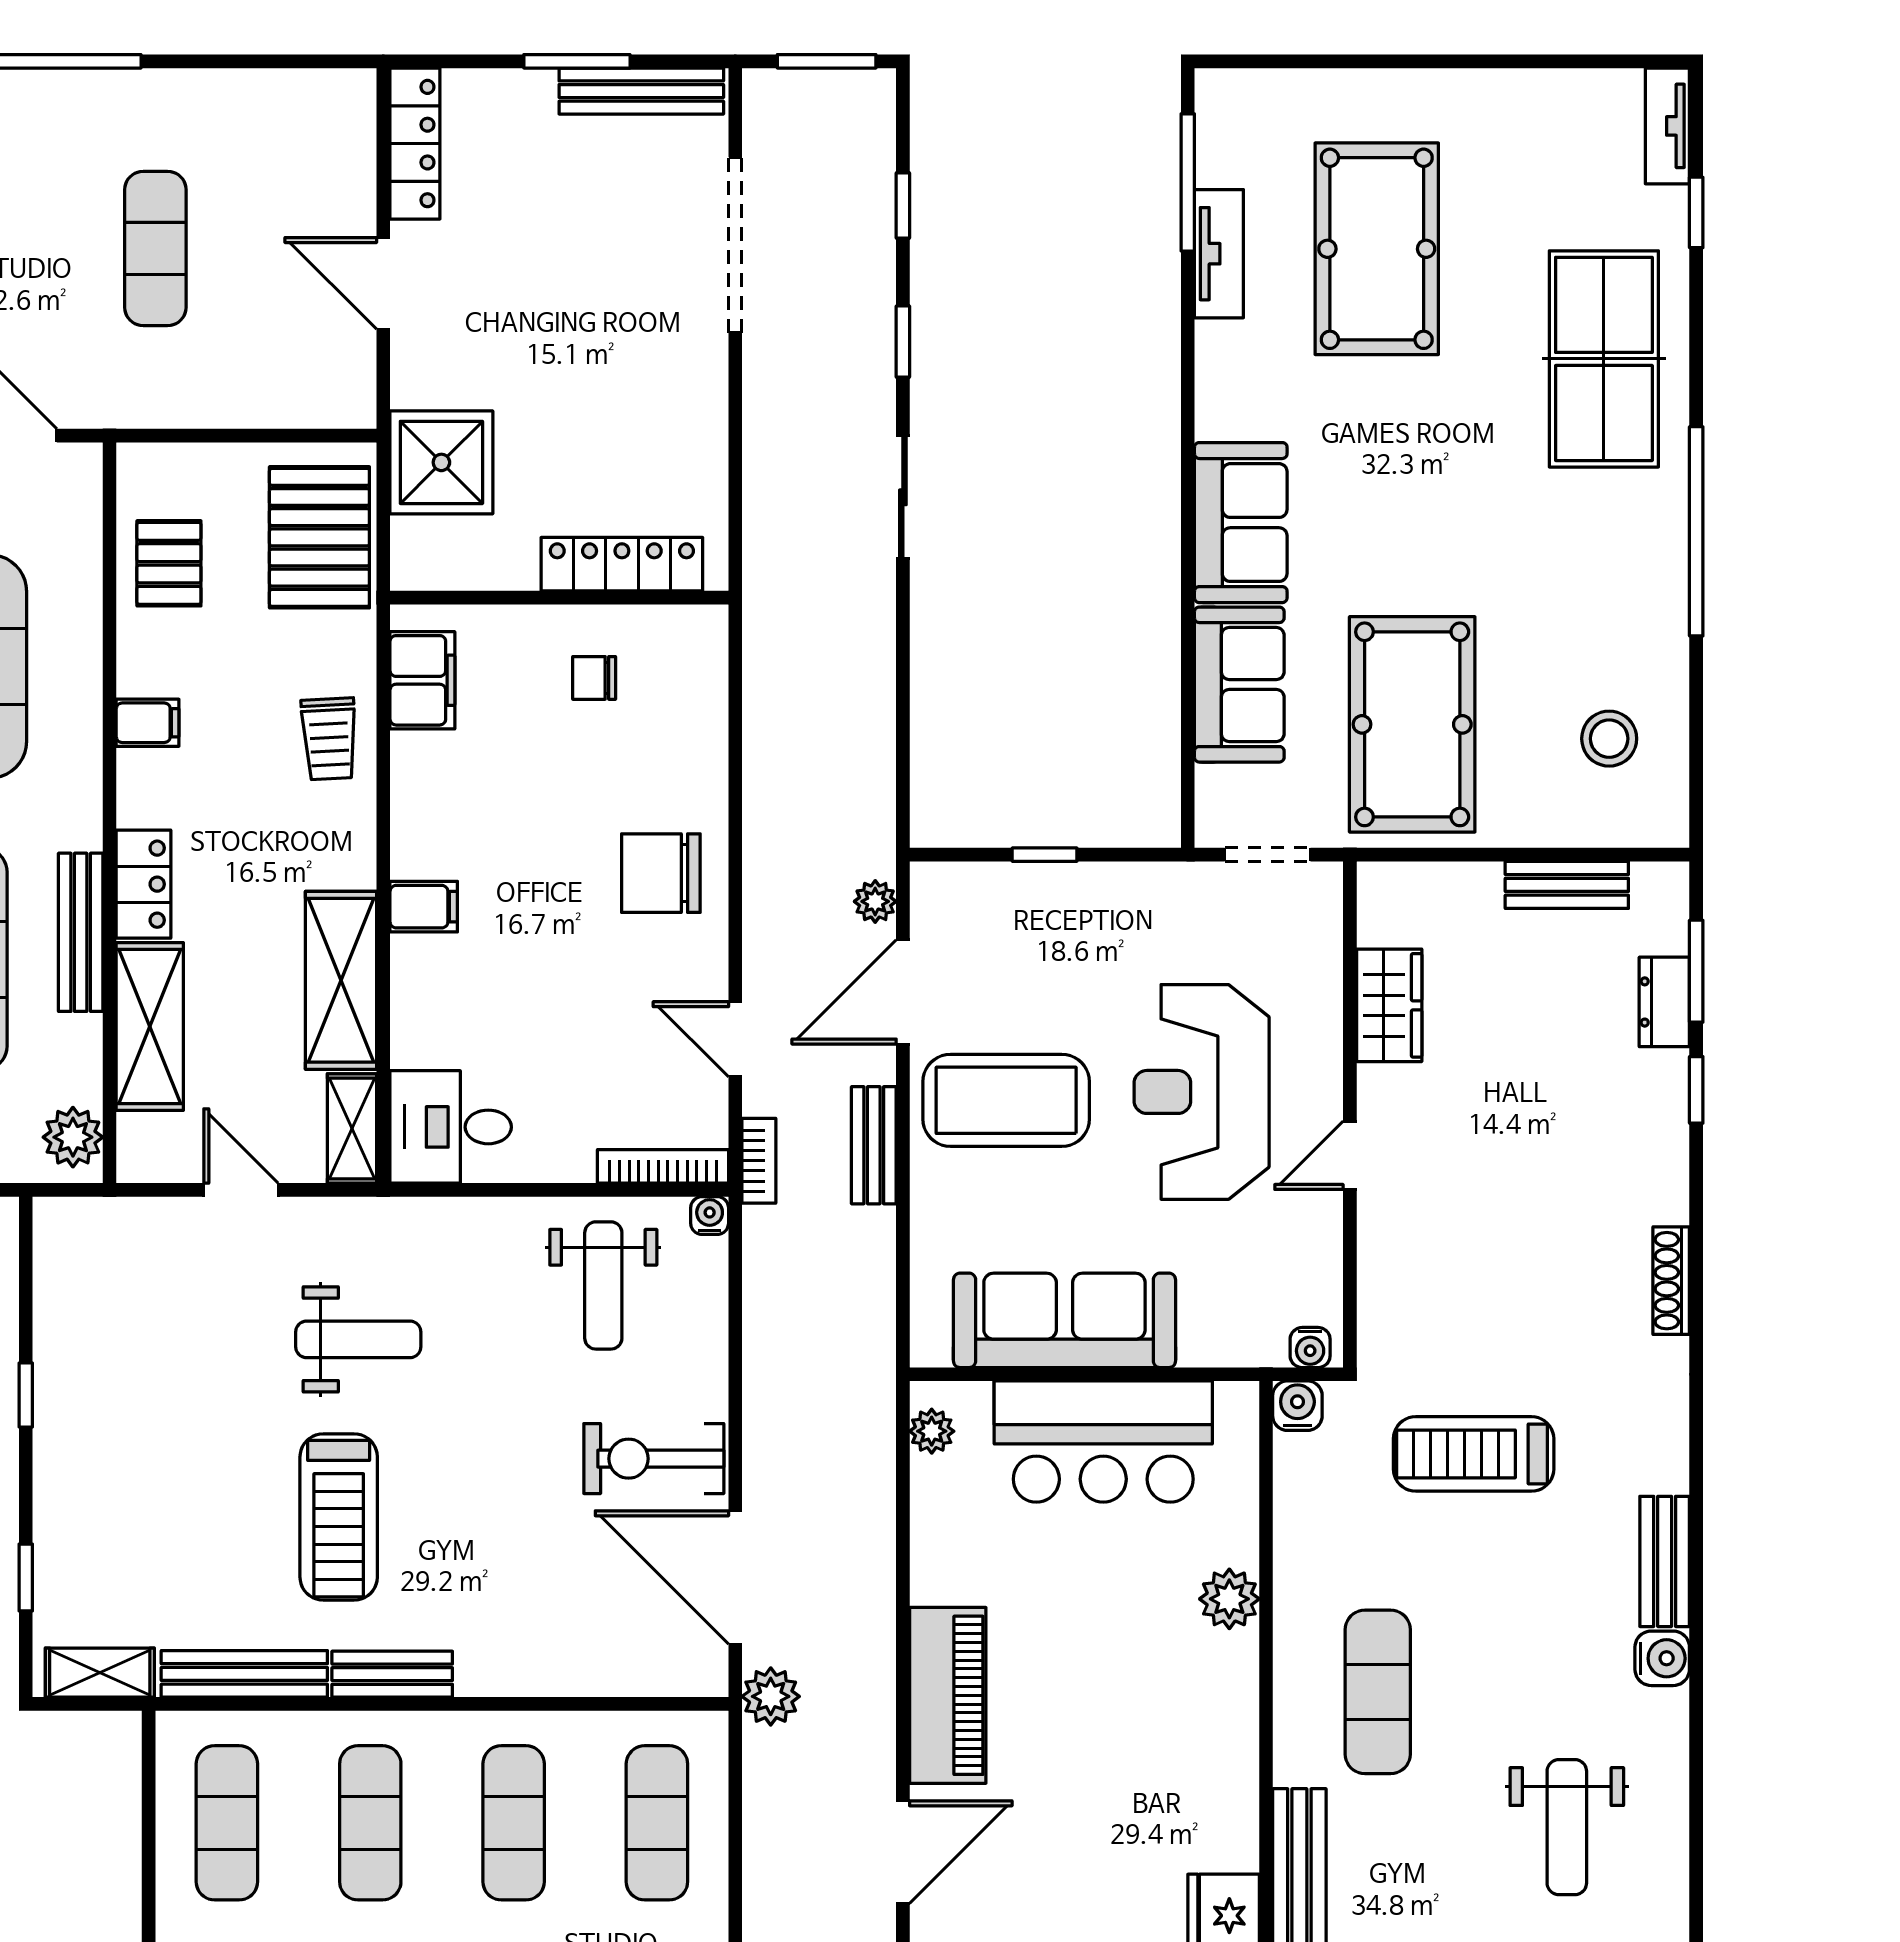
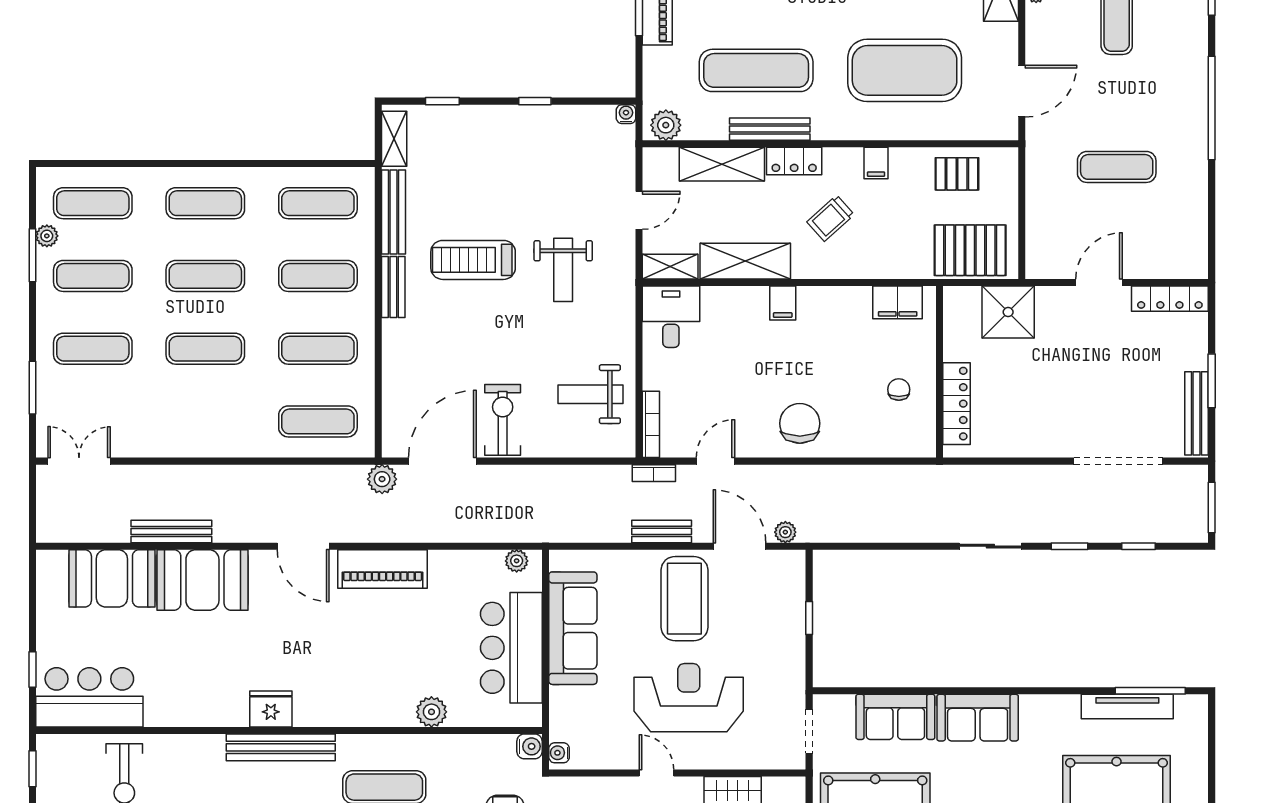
tv unit: (1219, 254) -> (1127, 707), width x1.41
trolley: (329, 739) -> (831, 218), moved, turned -39
water cooler: (710, 1216) -> (626, 114), moved, turned -90

